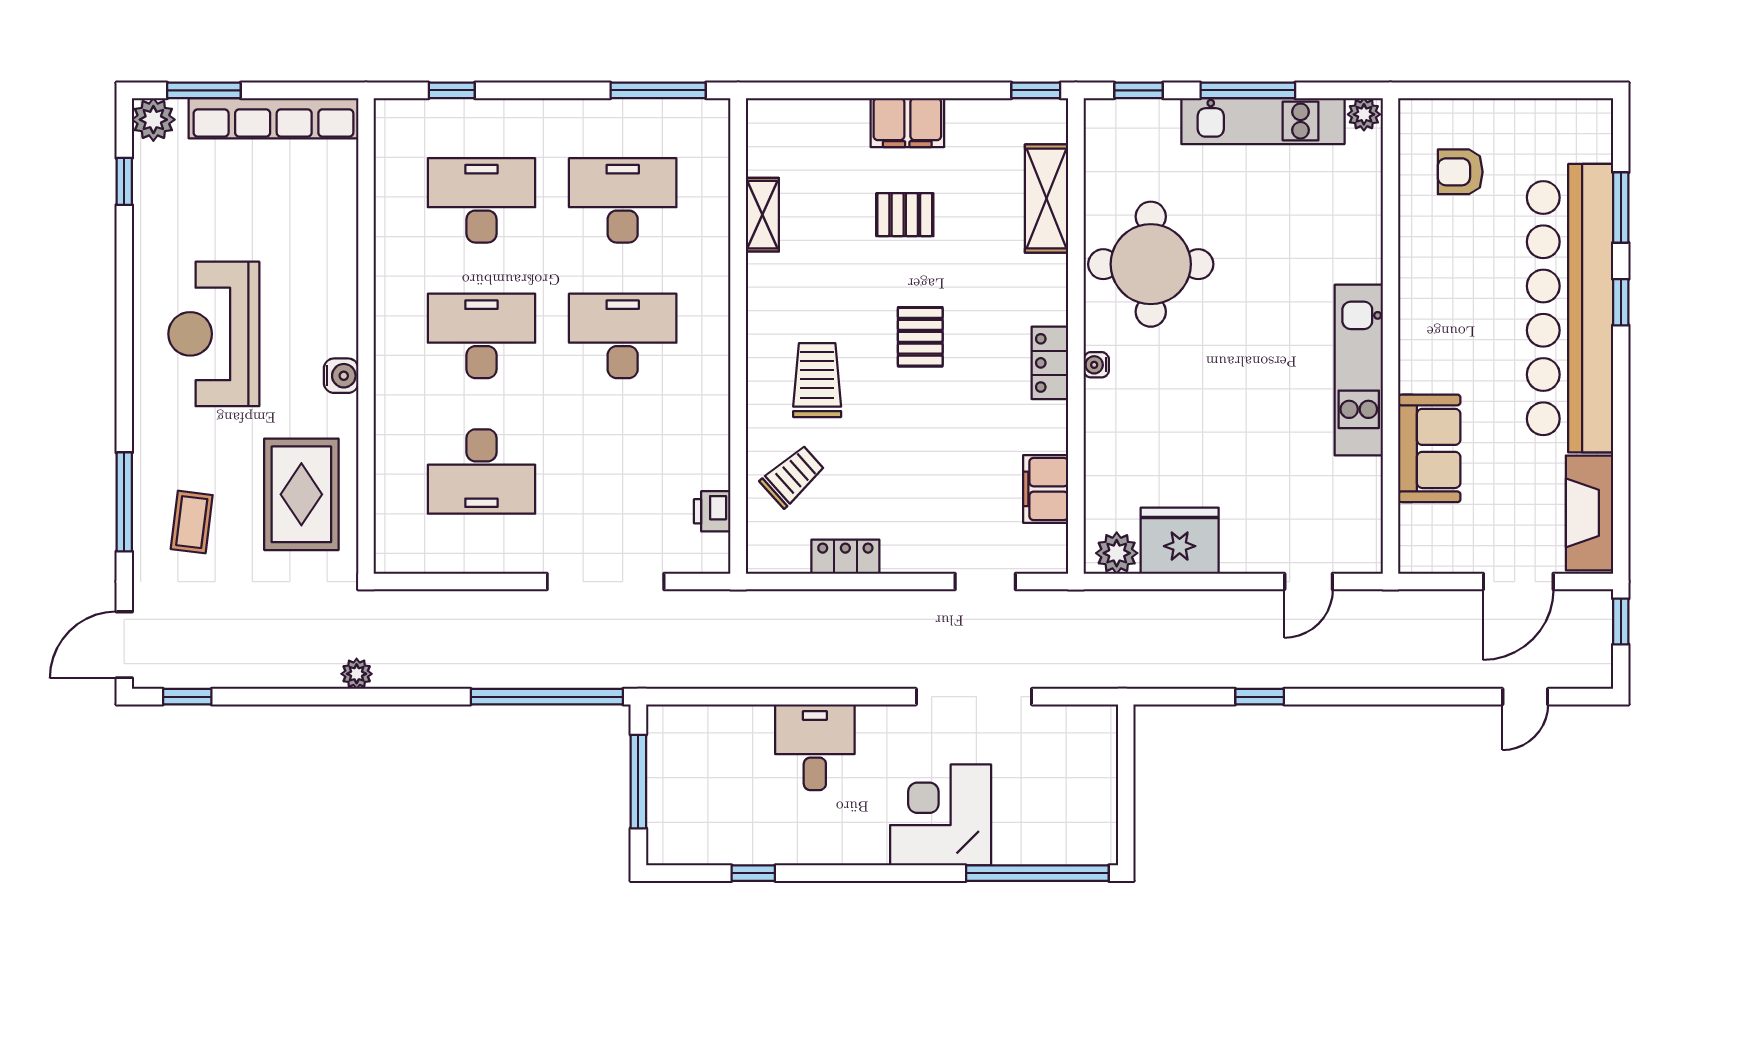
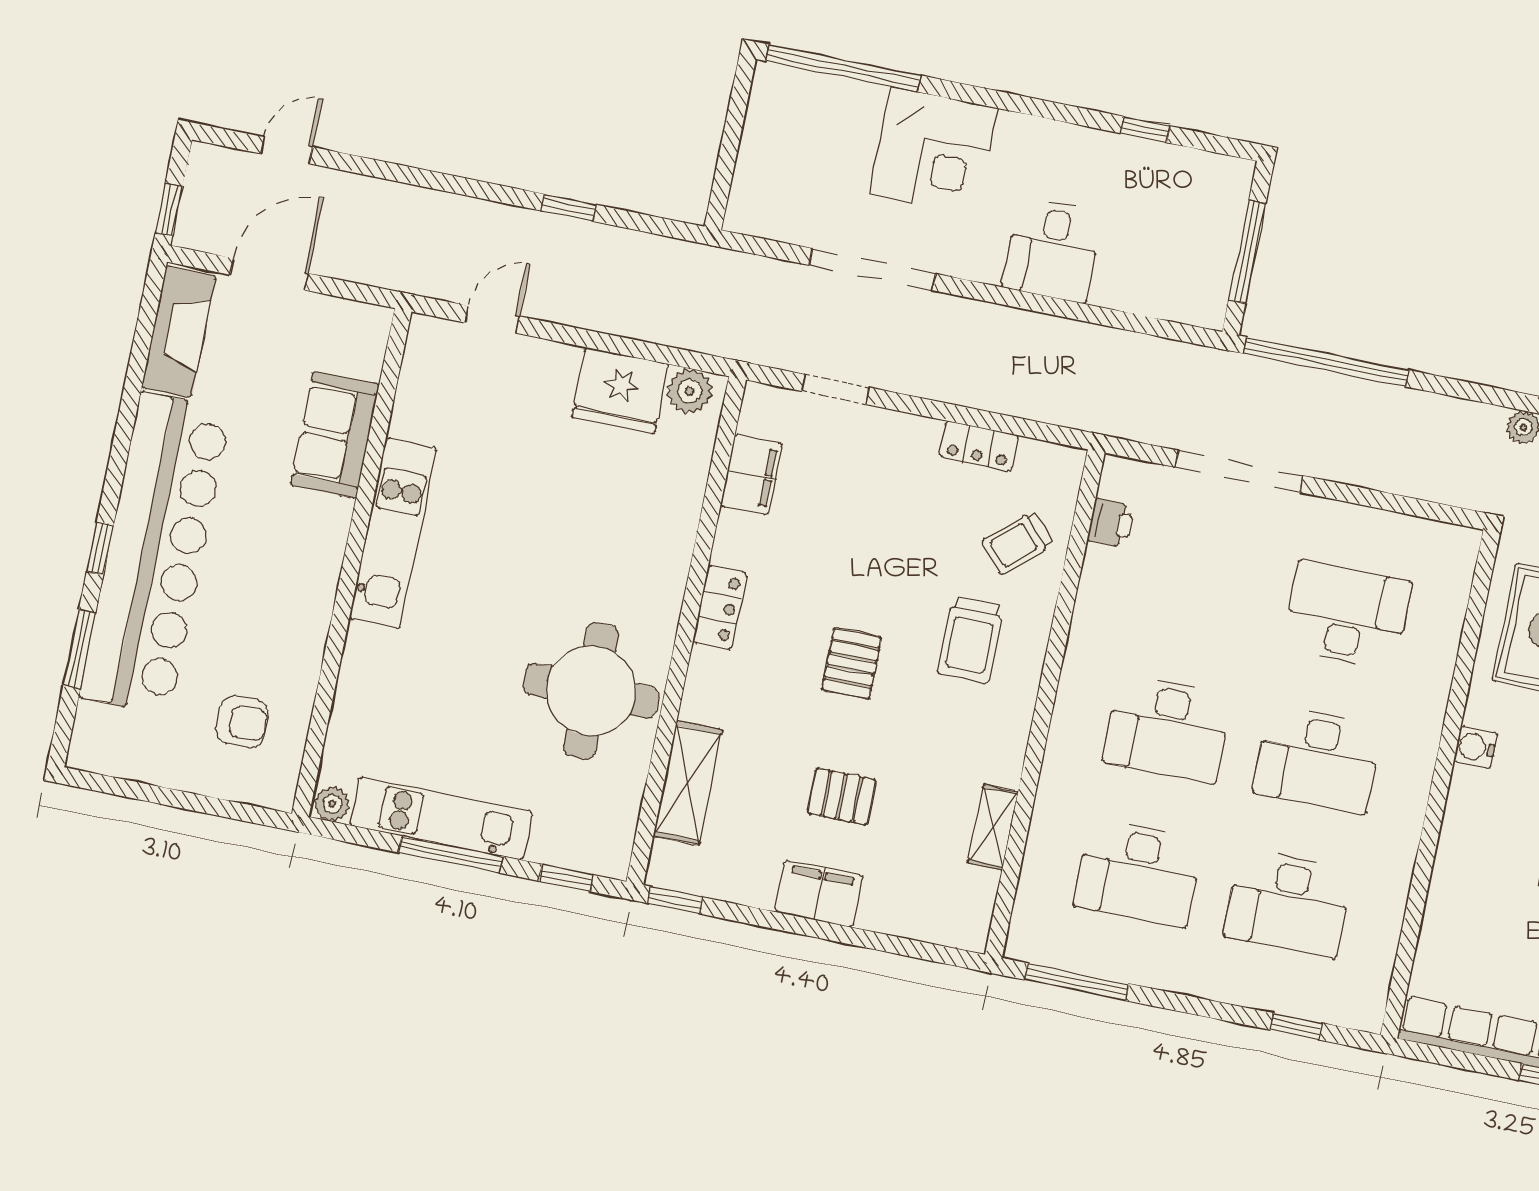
water cooler: (1096, 365) -> (671, 596), removed

